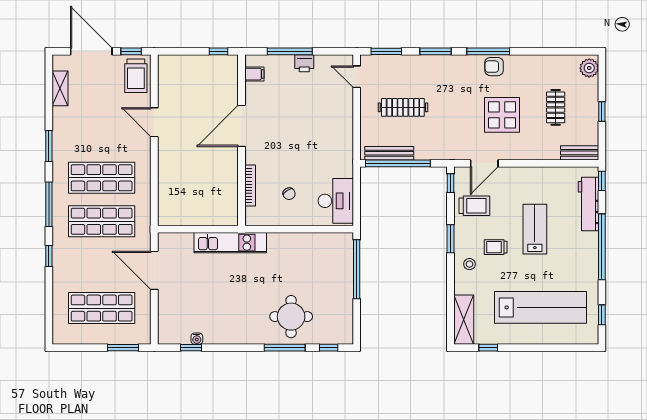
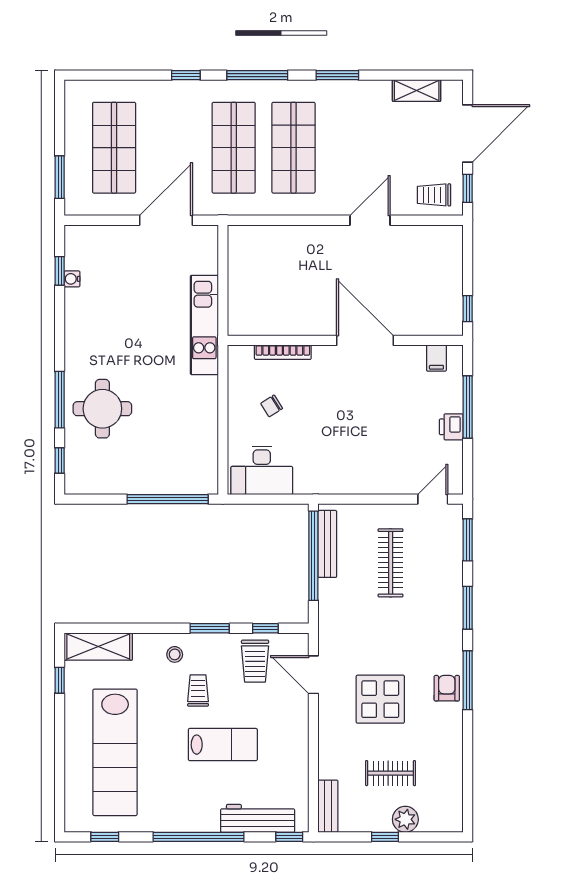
plant: (589, 68) -> (405, 819), moved
trolley: (136, 76) -> (434, 195), width x0.73, depth x0.72
window: (450, 183) -> (265, 628), moved

